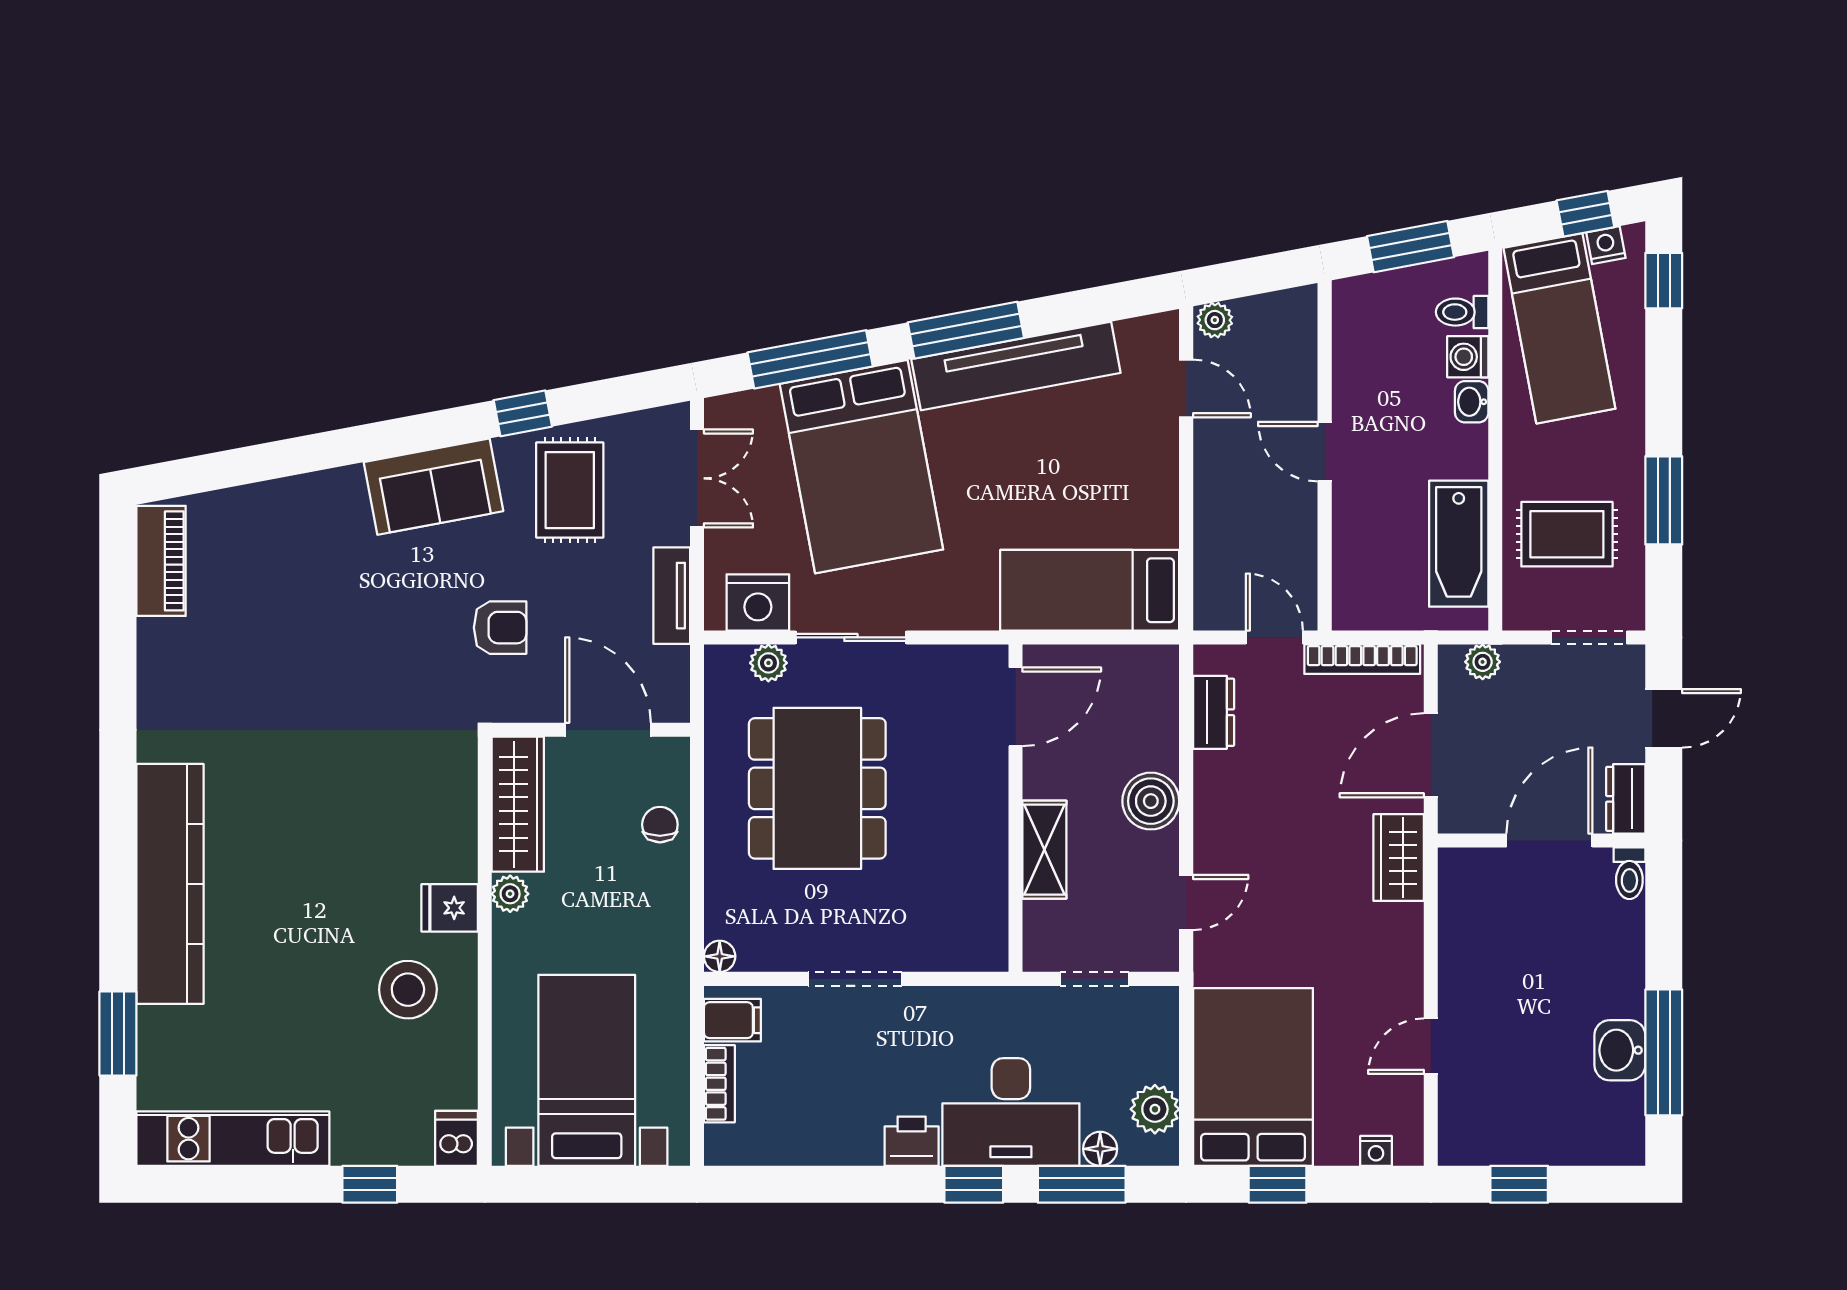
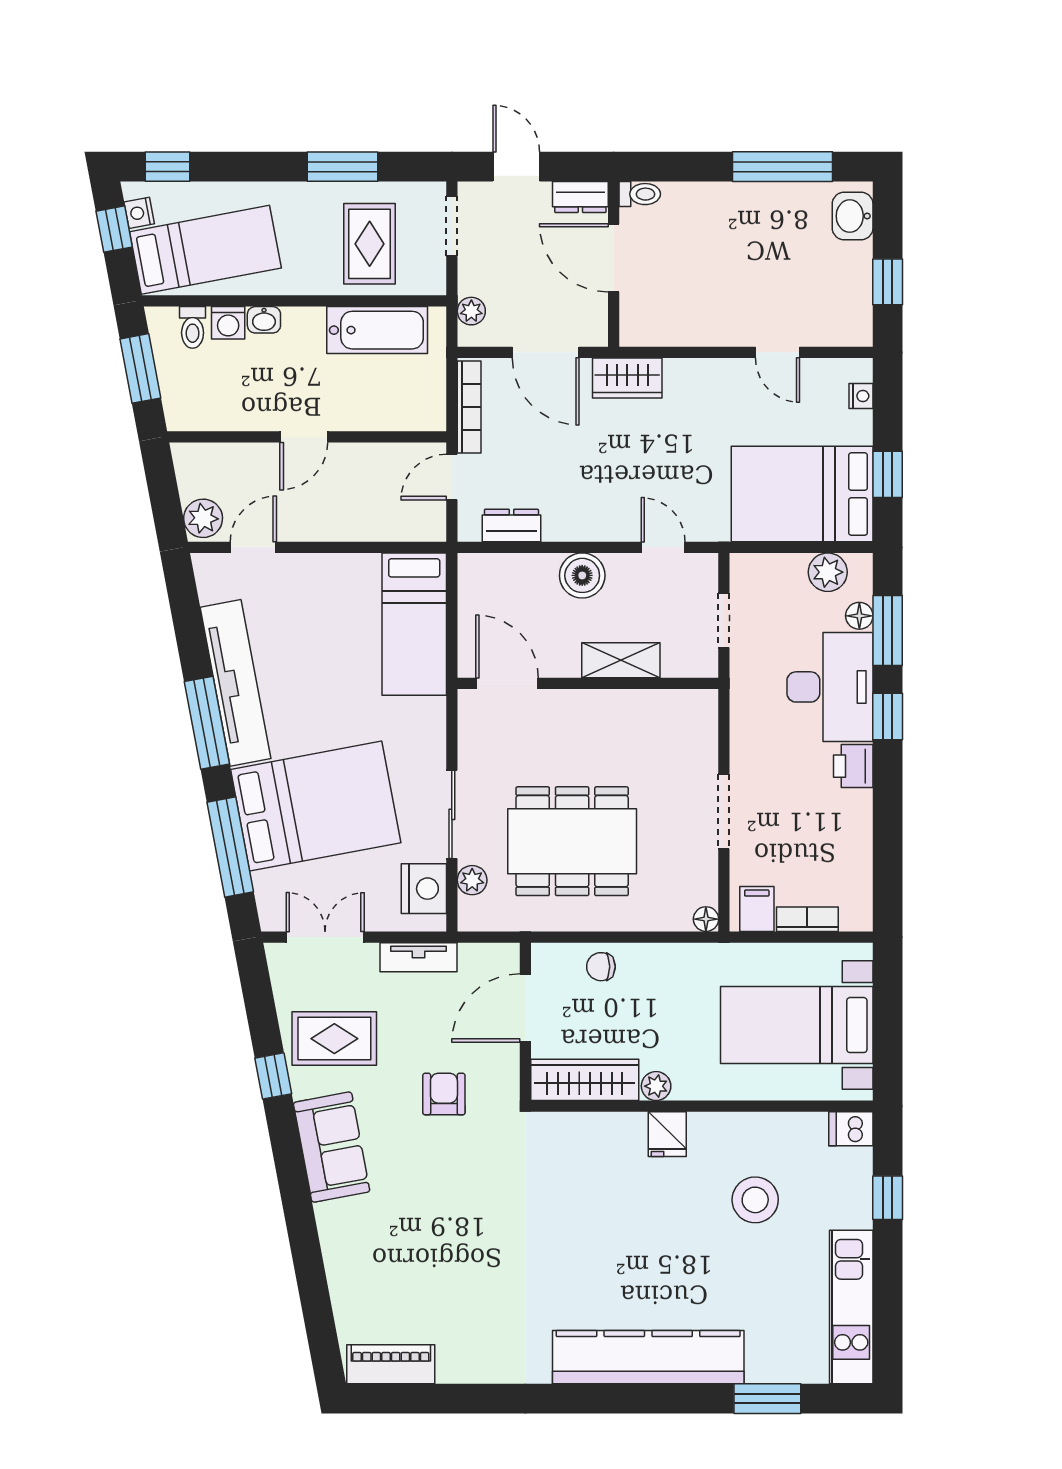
plant: (1215, 320) -> (203, 518), width x1.38, depth x1.38
stool: (408, 990) -> (755, 1200), moved
washbasin: (1620, 1050) -> (853, 216), moved, turned 90

